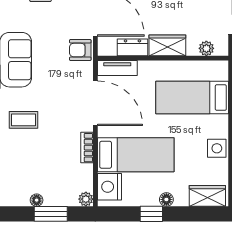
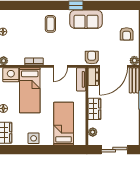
dresser: (132, 47) -> (93, 77), moved
door: (95, 103) -> (60, 66), width x0.53

